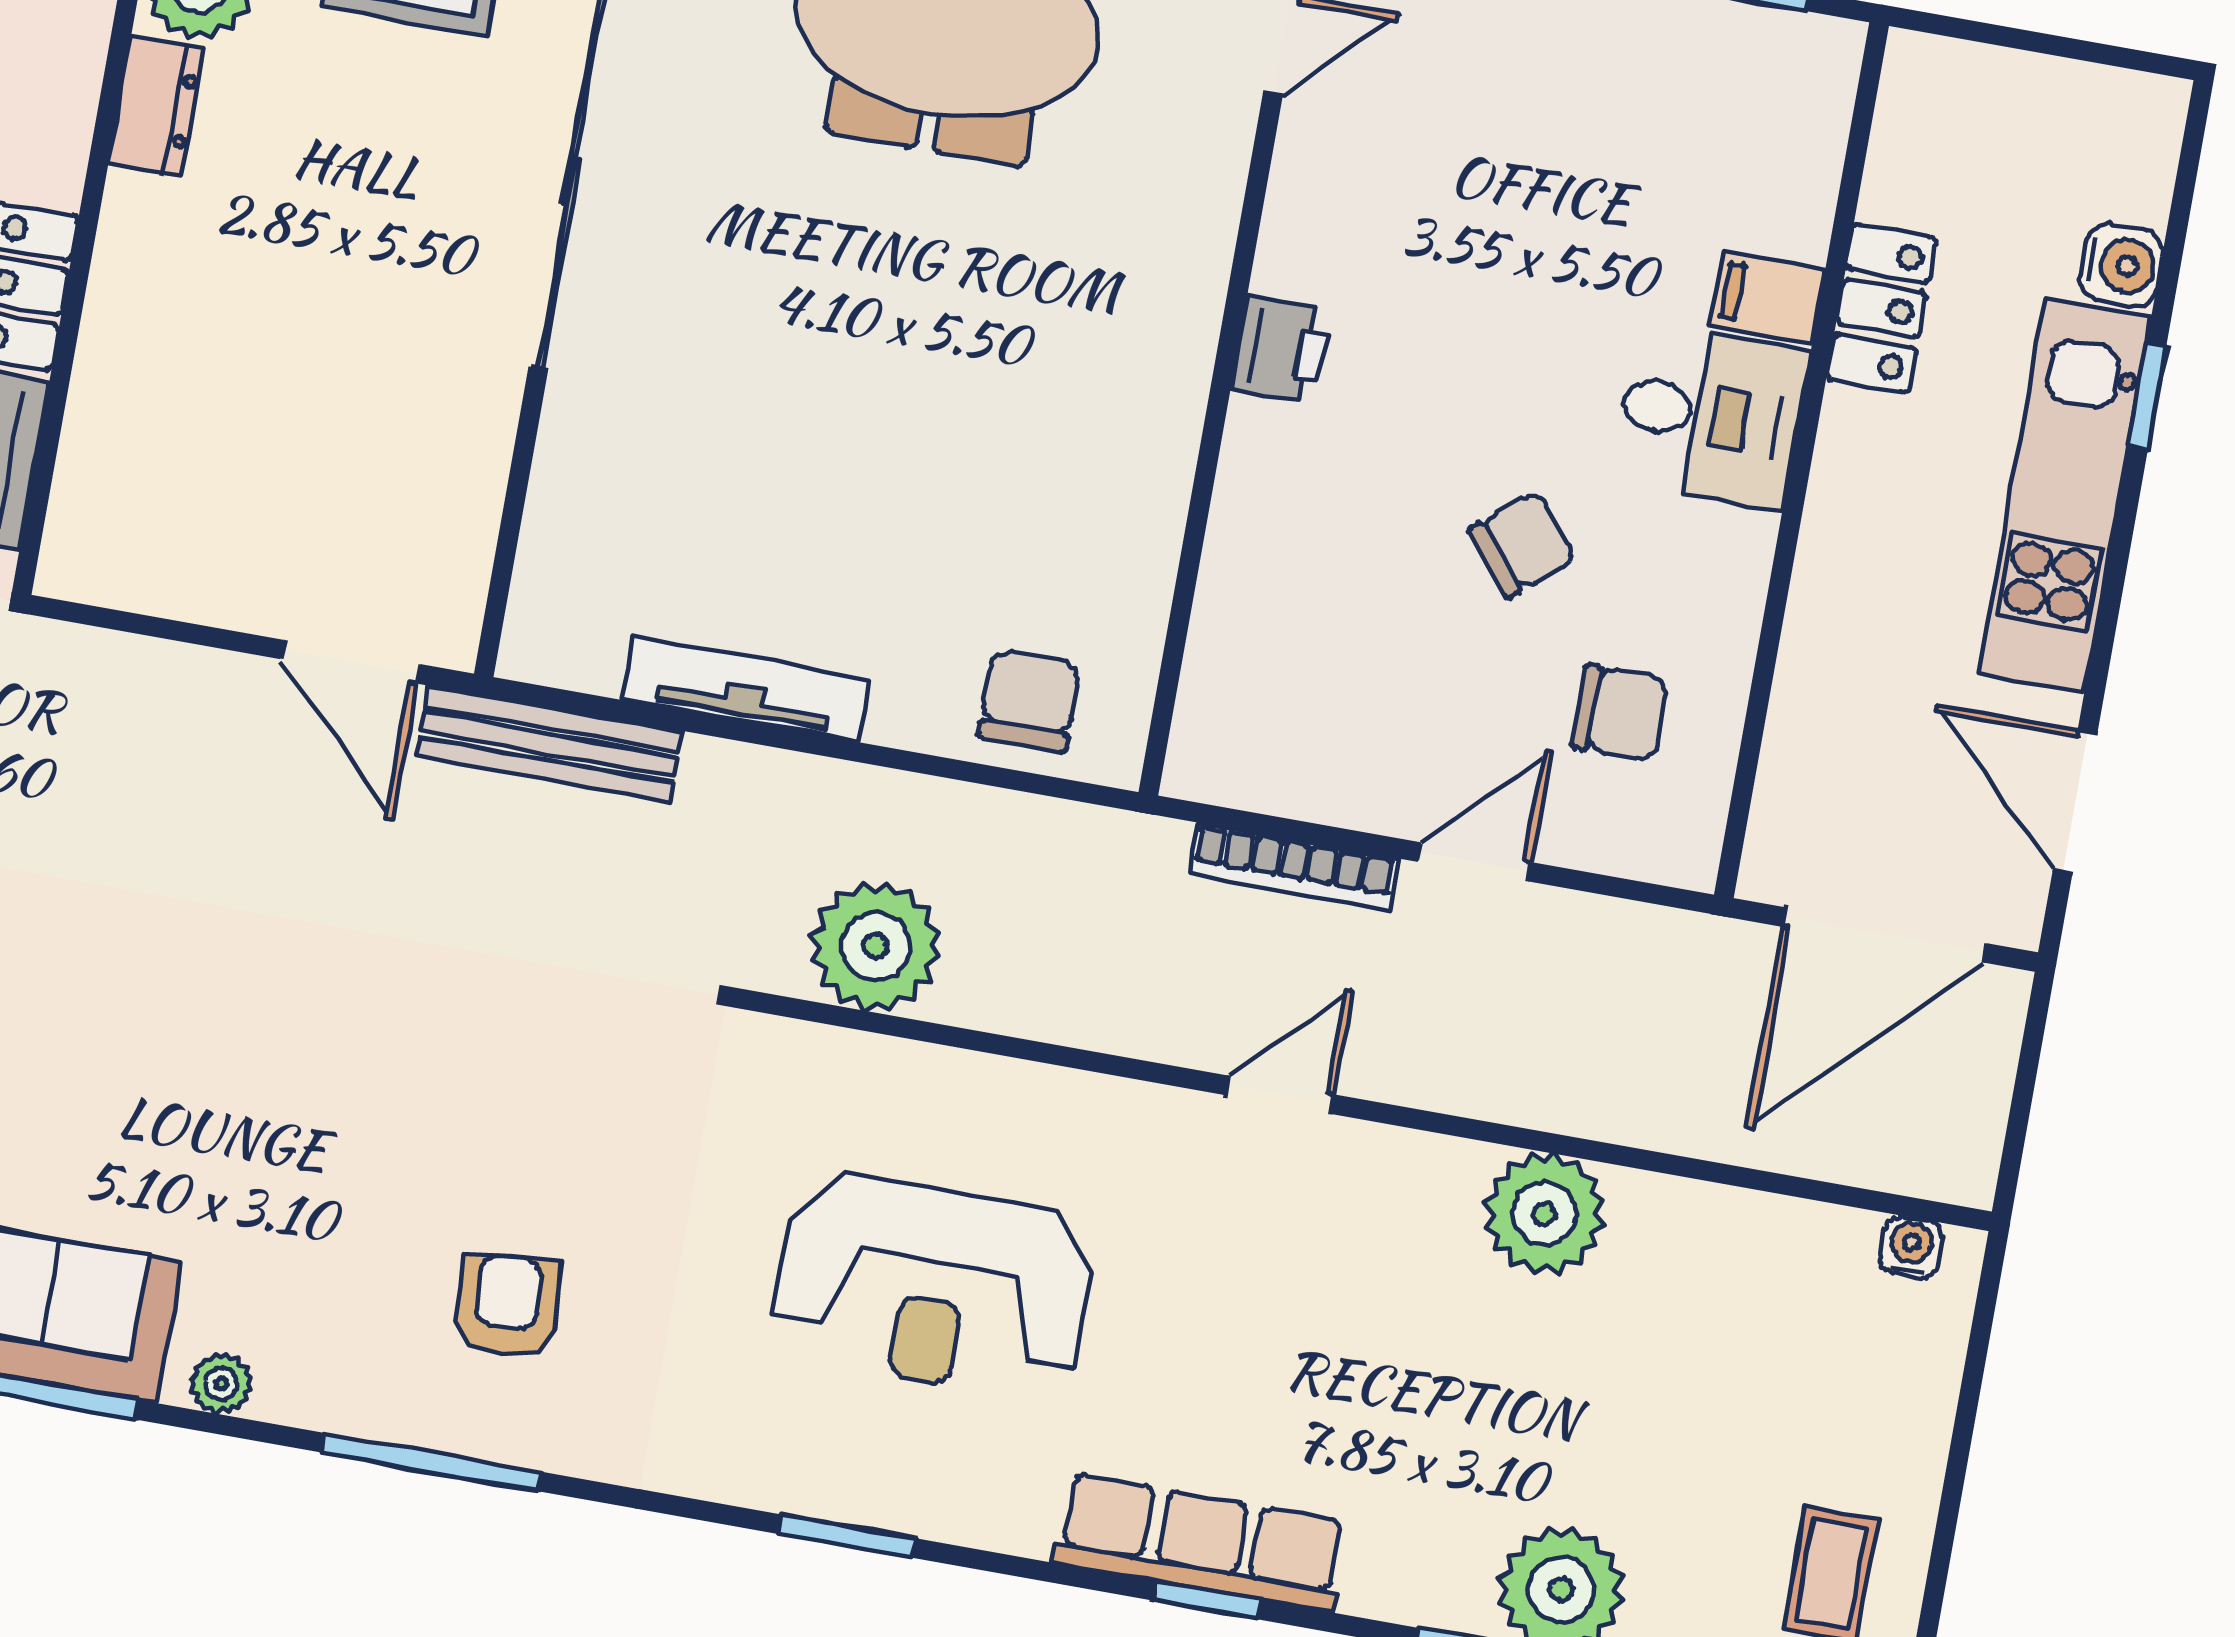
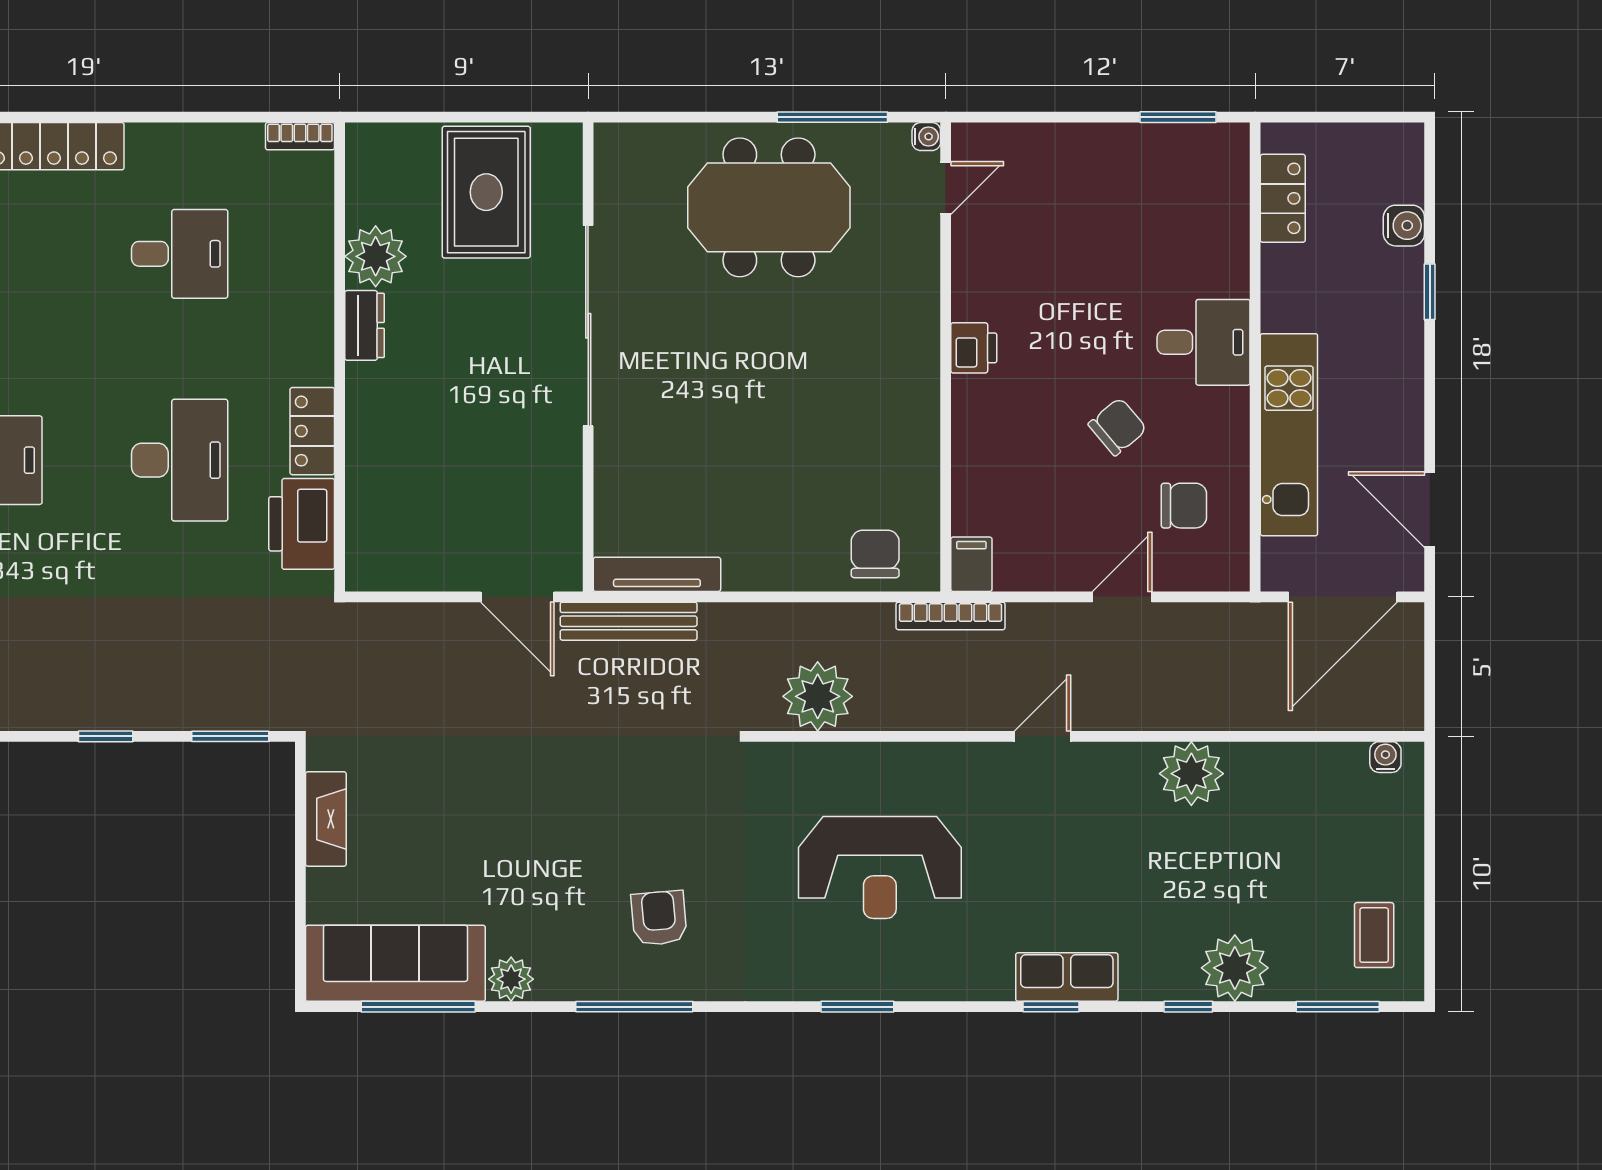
filing cabinet: (1768, 298) -> (971, 564), moved, turned 90
locker: (1881, 308) -> (1283, 198), moved
kitchen unit: (2065, 495) -> (1289, 435), moved, turned 180
tv unit: (745, 689) -> (657, 574), moved
bookcase: (1293, 866) -> (951, 616), moved
plant: (221, 1384) -> (511, 979), width x1.38, depth x1.38
row of seats: (1201, 1542) -> (1067, 977), width x0.68

